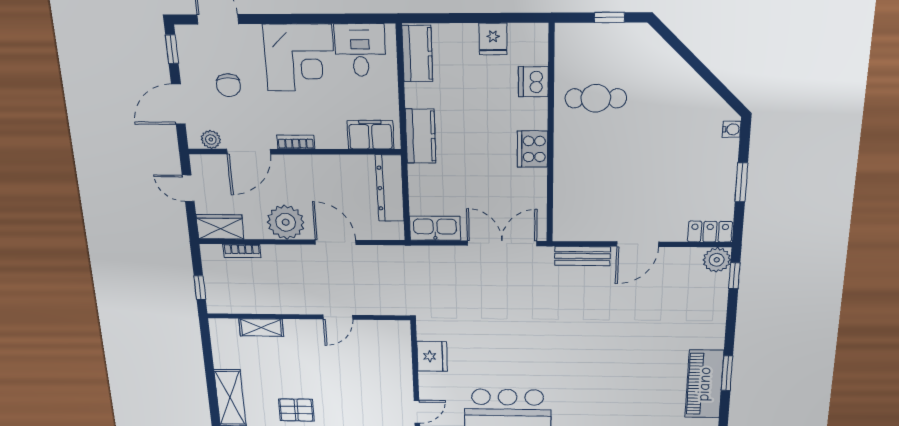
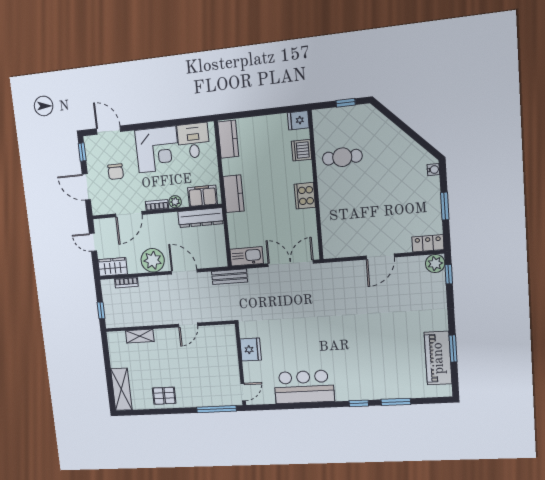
fridge: (493, 39) -> (298, 120), moved, turned 90
door: (178, 104) -> (86, 187), hinge flipped
plant: (211, 140) -> (175, 202), moved
dresser: (390, 188) -> (201, 218), moved, turned -90
bench: (582, 256) -> (230, 277), moved

